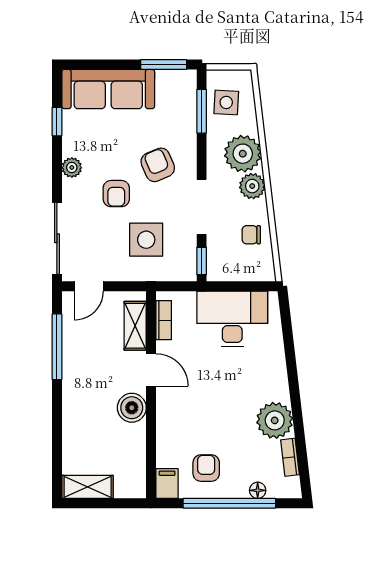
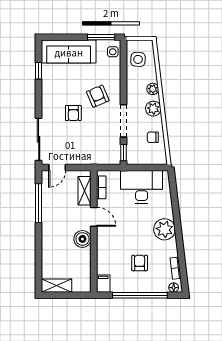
window: (202, 111) -> (124, 65), removed
plant: (243, 154) -> (153, 89), width x0.53, depth x0.53
plant: (72, 168) -> (47, 98), removed
side table: (146, 240) -> (113, 52), moved, width x0.54, depth x0.54
plant: (275, 420) -> (165, 229), moved
armchair: (206, 468) -> (140, 263), moved
floor lamp: (258, 490) -> (174, 288), moved

